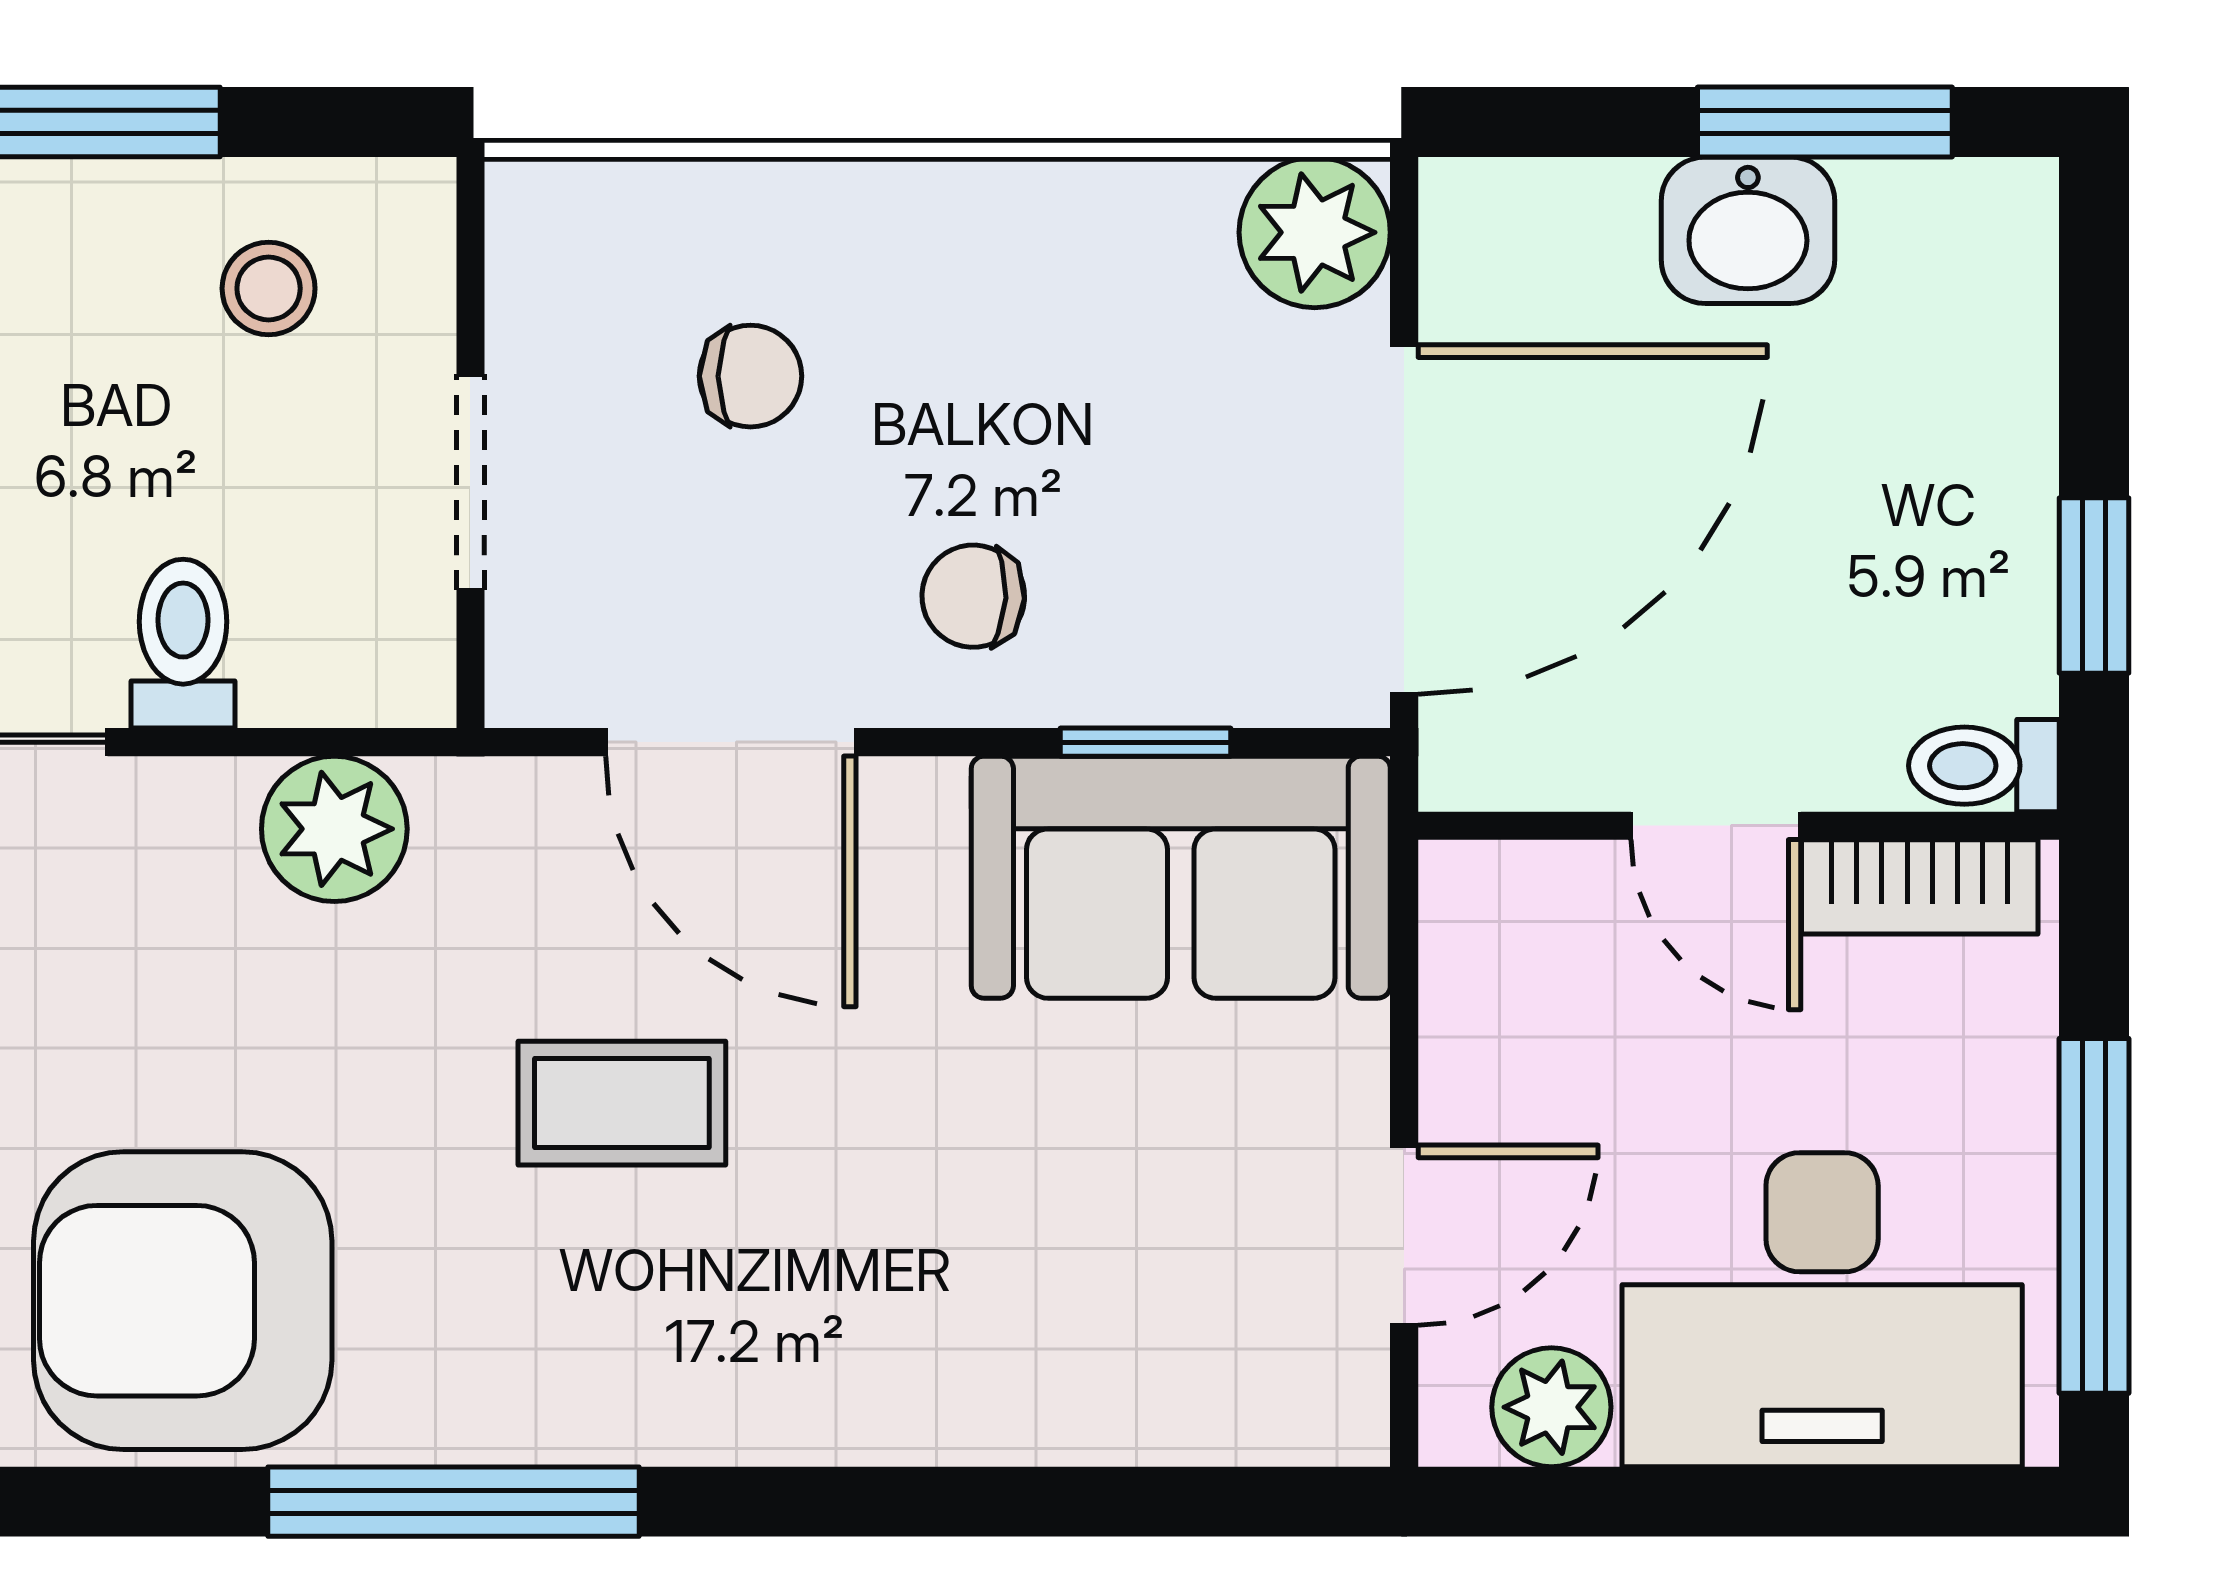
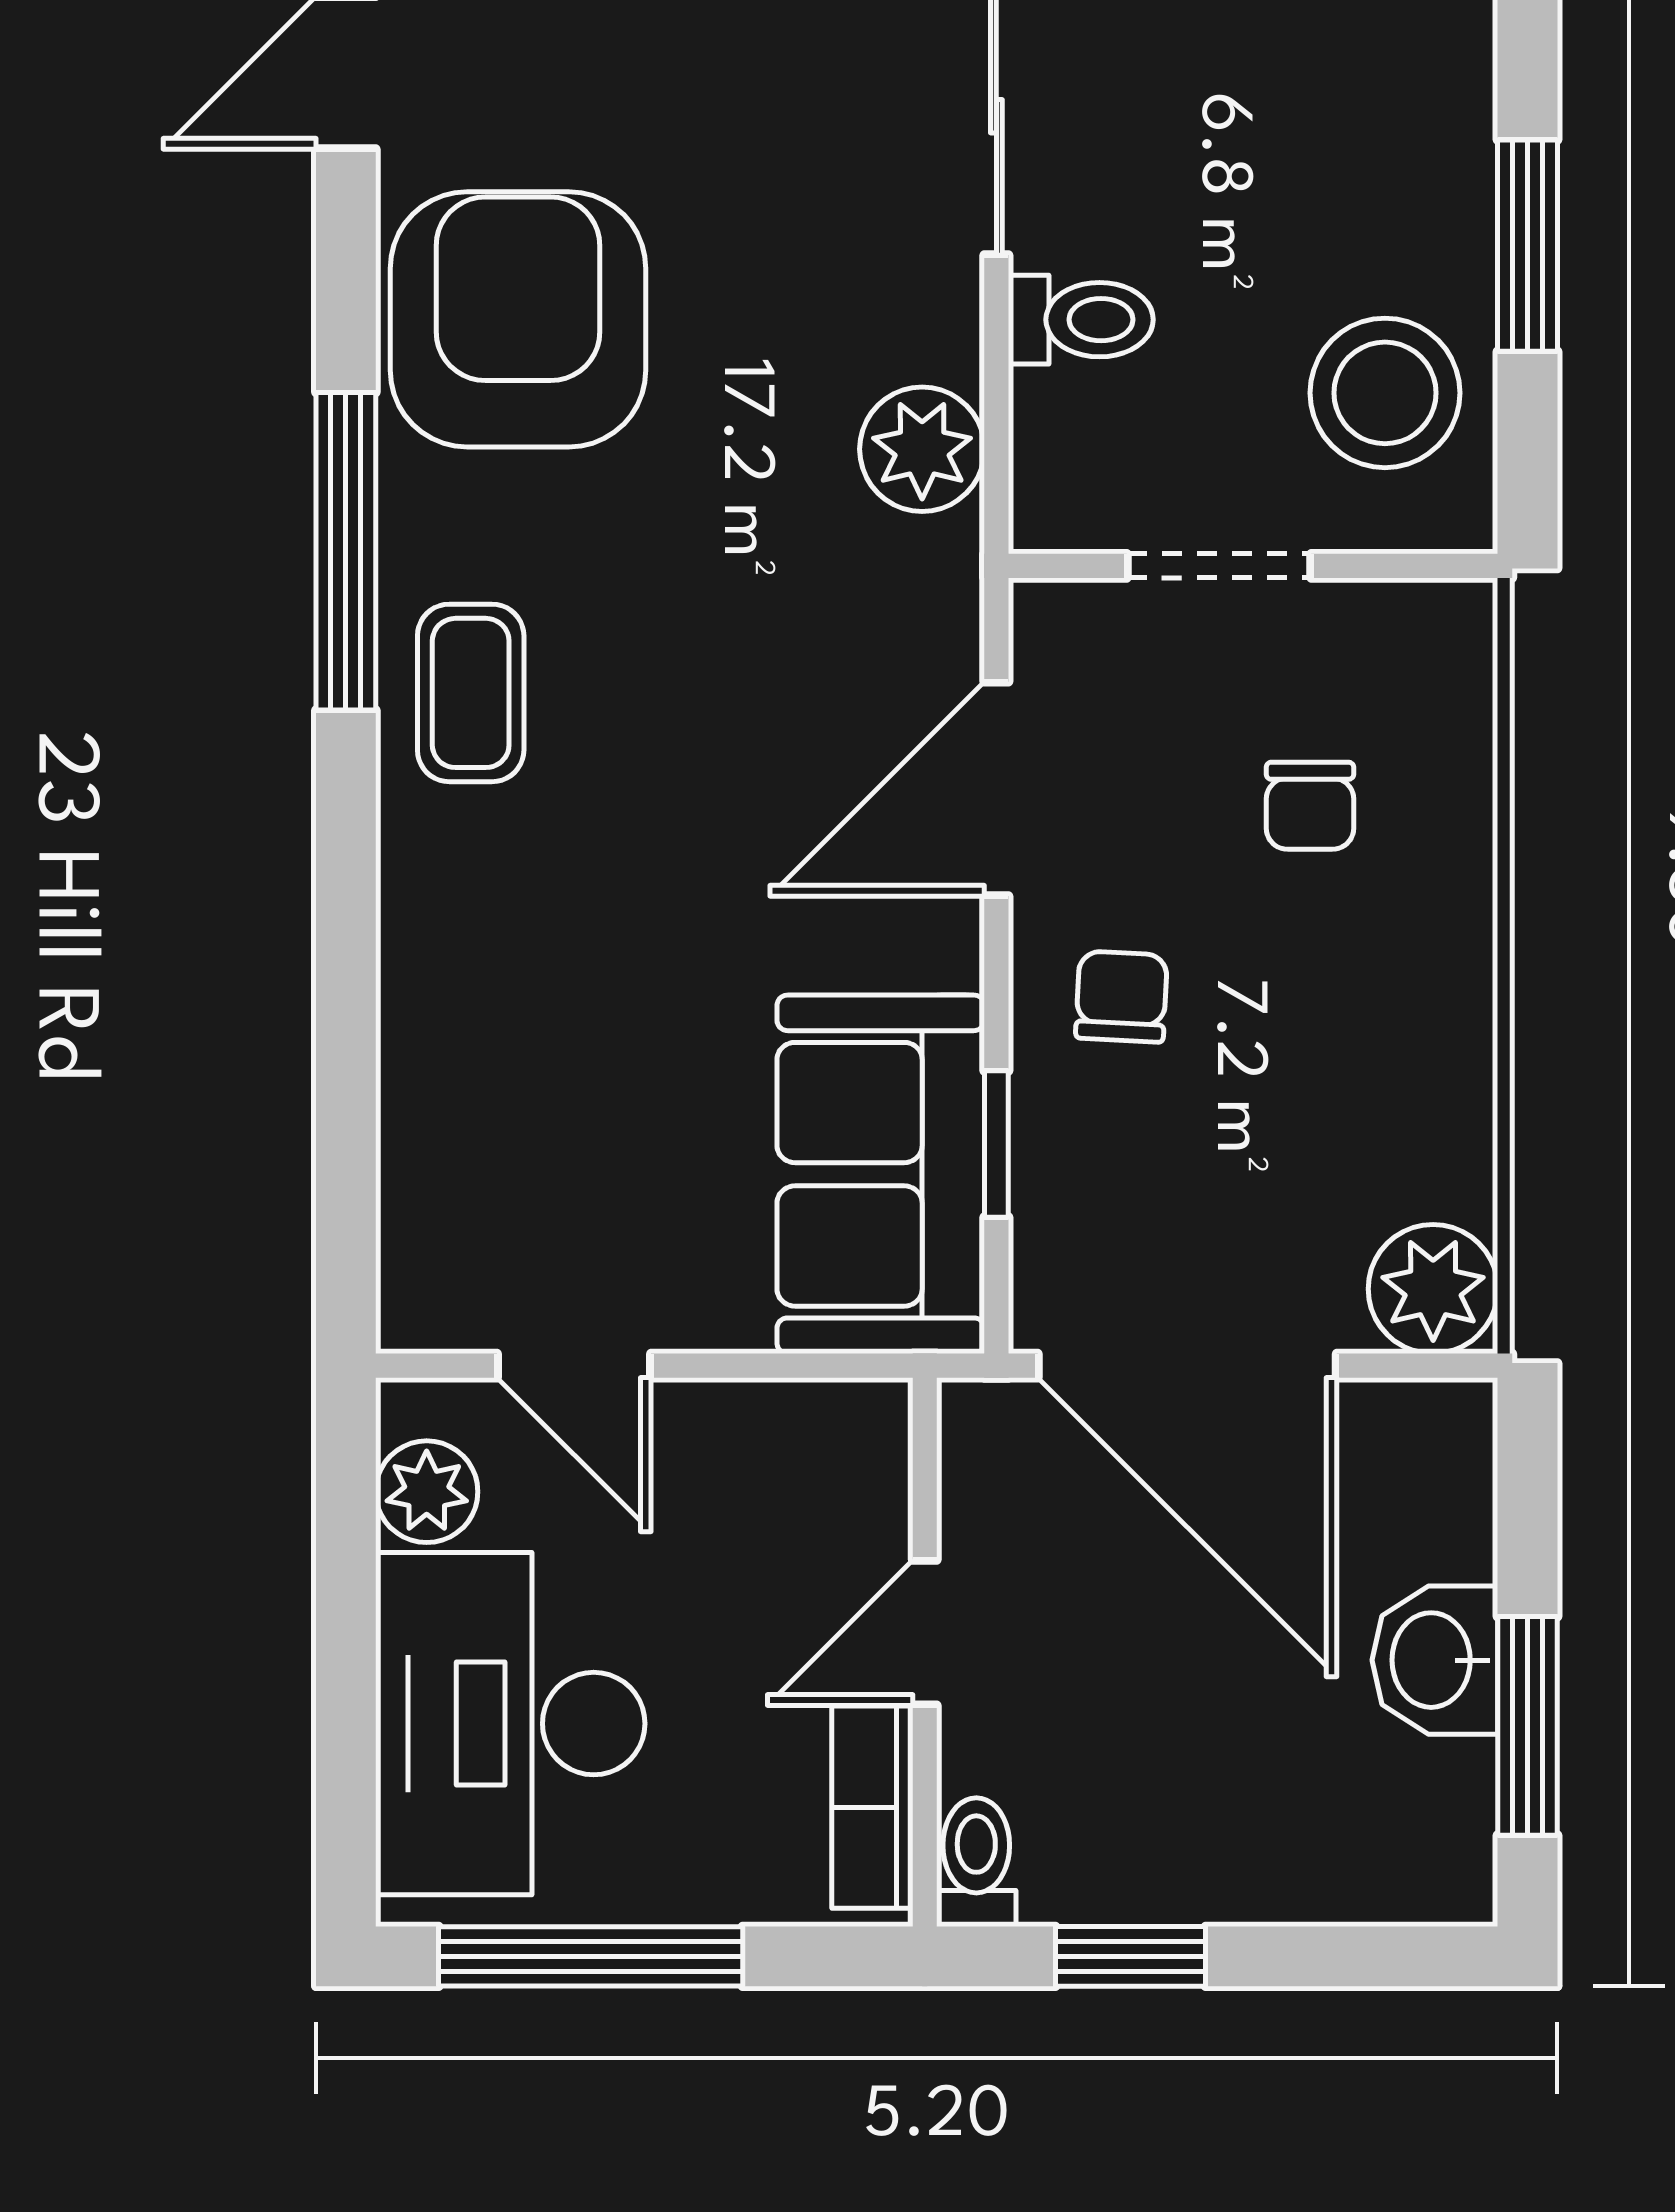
stool: (269, 288) -> (1385, 393), width x1.89, depth x1.89
coffee table: (622, 1103) -> (471, 693), moved

